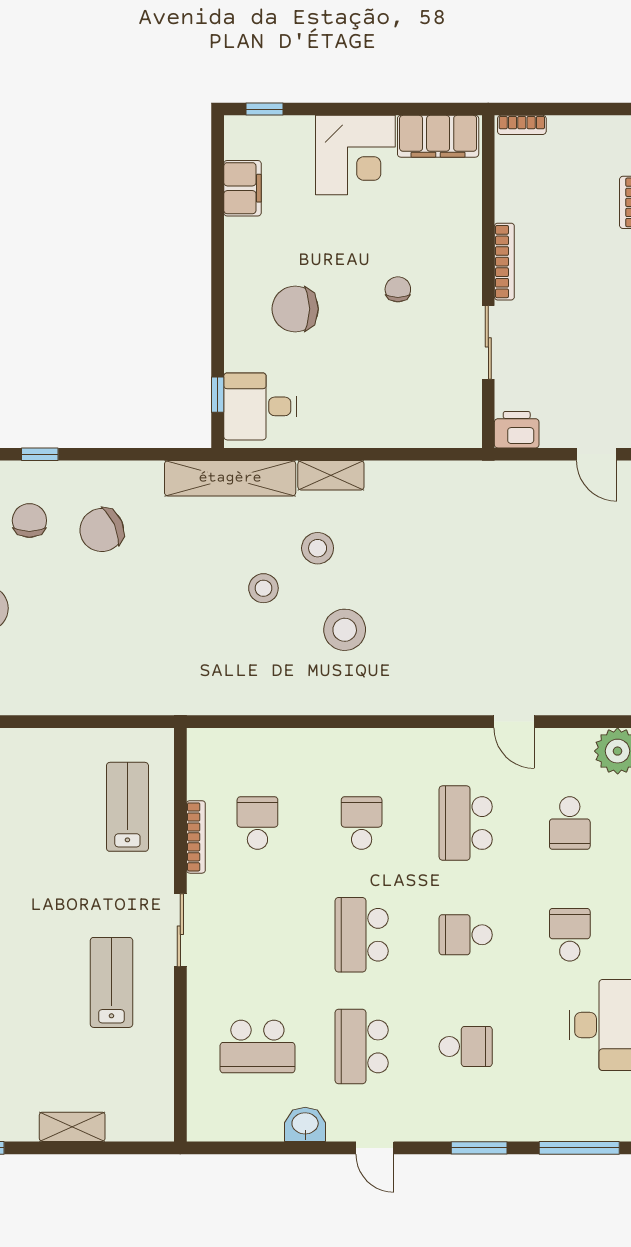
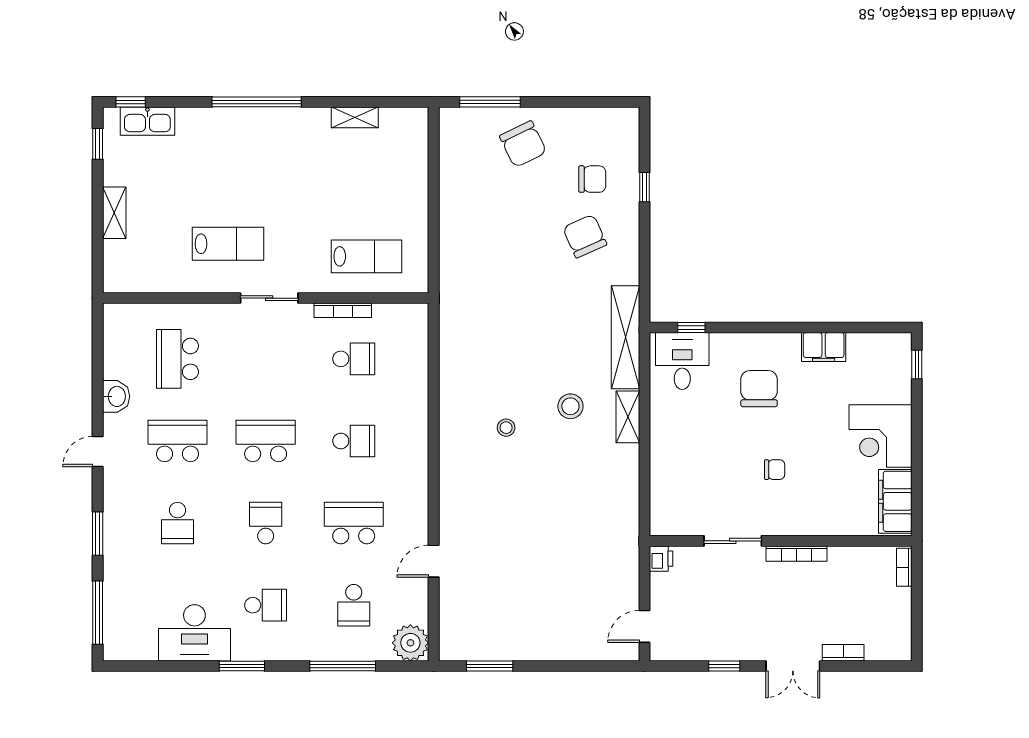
filing cabinet: (243, 188) -> (824, 347), moved
printer: (517, 430) -> (661, 559), width x0.73, depth x0.81
stool: (263, 588) -> (539, 364), removed
stool: (345, 630) -> (506, 428), width x0.53, depth x0.53
school desk: (570, 823) -> (354, 605), turned -90

